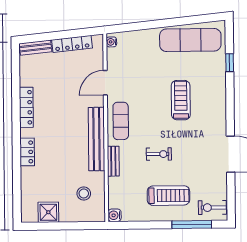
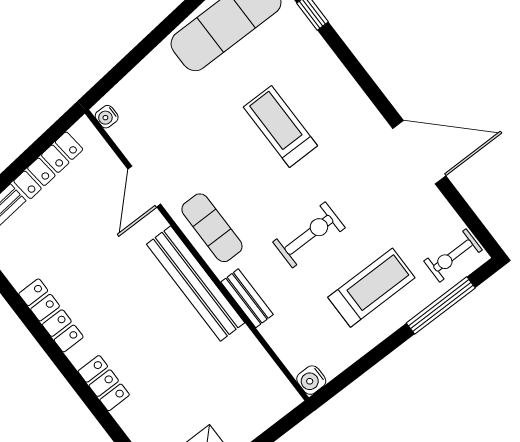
exercise bike: (159, 154) -> (309, 235), width x1.38, depth x1.39
stool: (84, 193) -> (239, 382), removed

